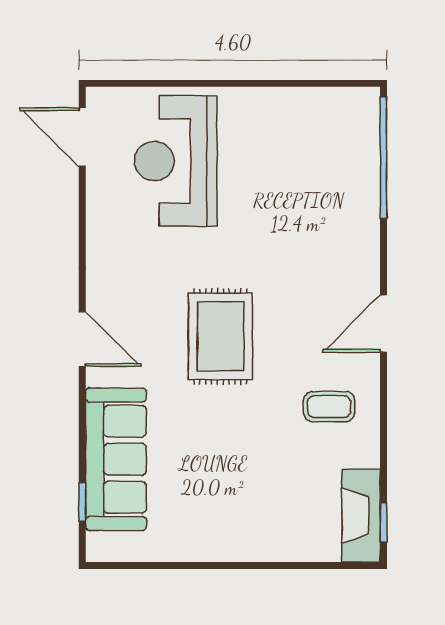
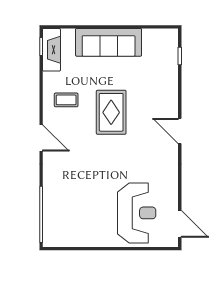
door: (384, 324) -> (41, 138), hinge flipped
rug: (220, 336) -> (111, 112), moved
sofa: (116, 459) -> (109, 42), moved, turned -90

